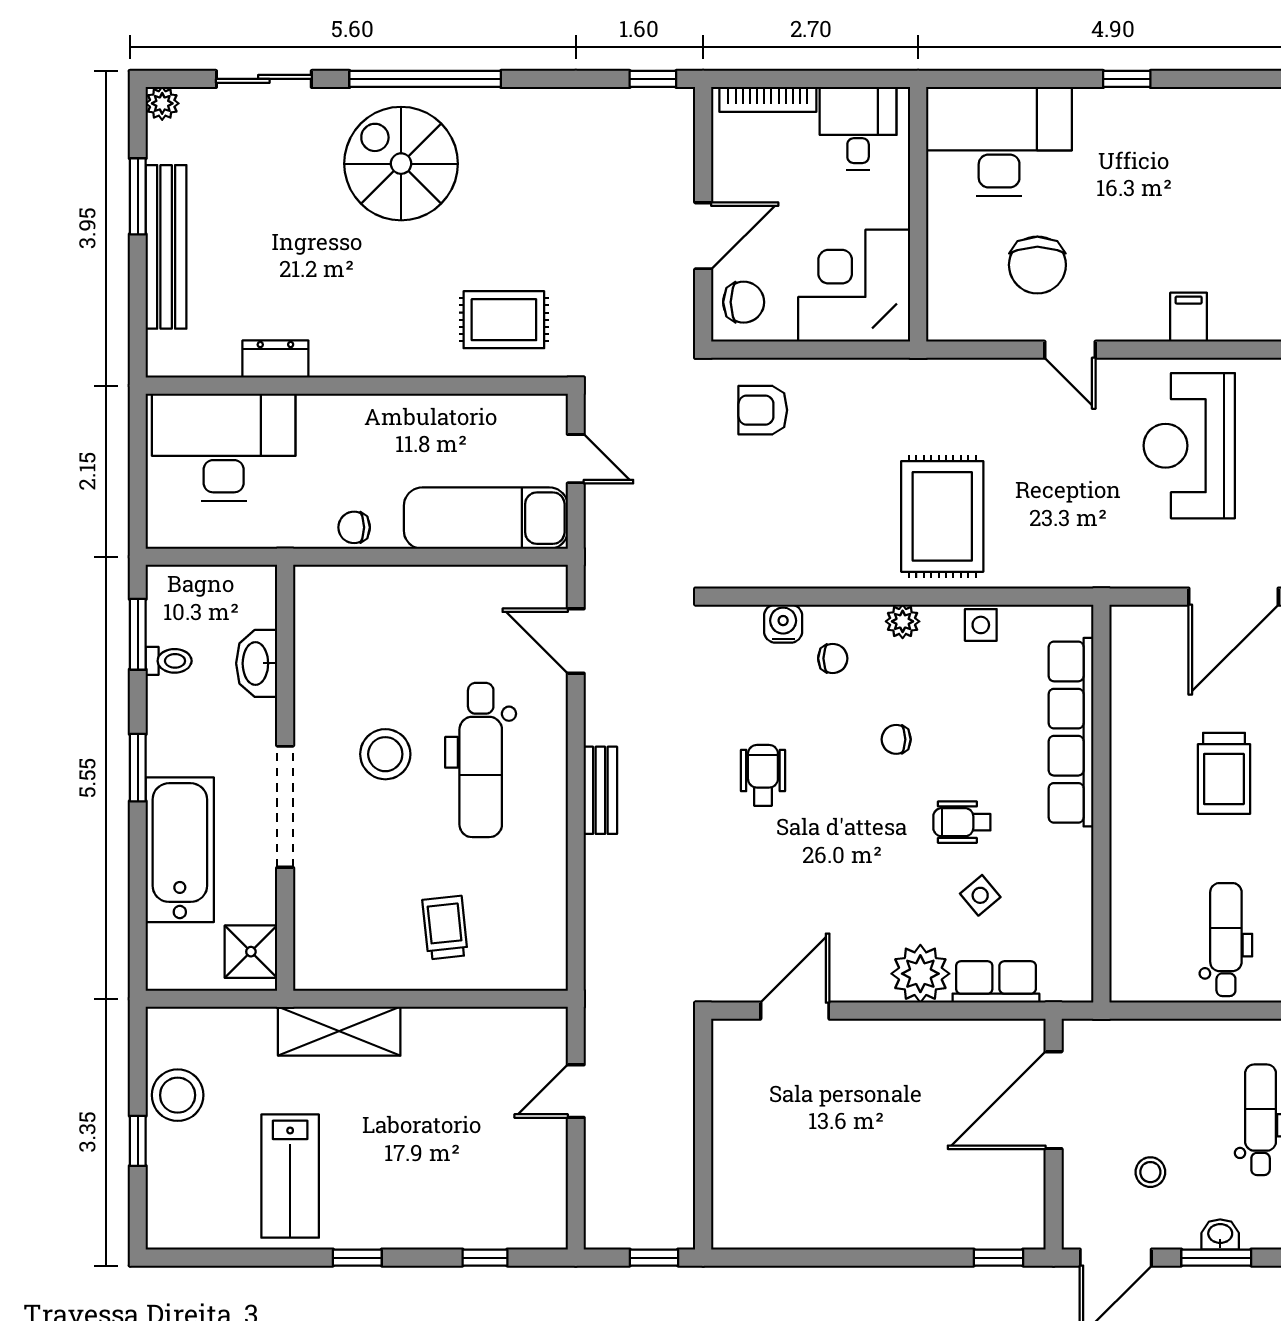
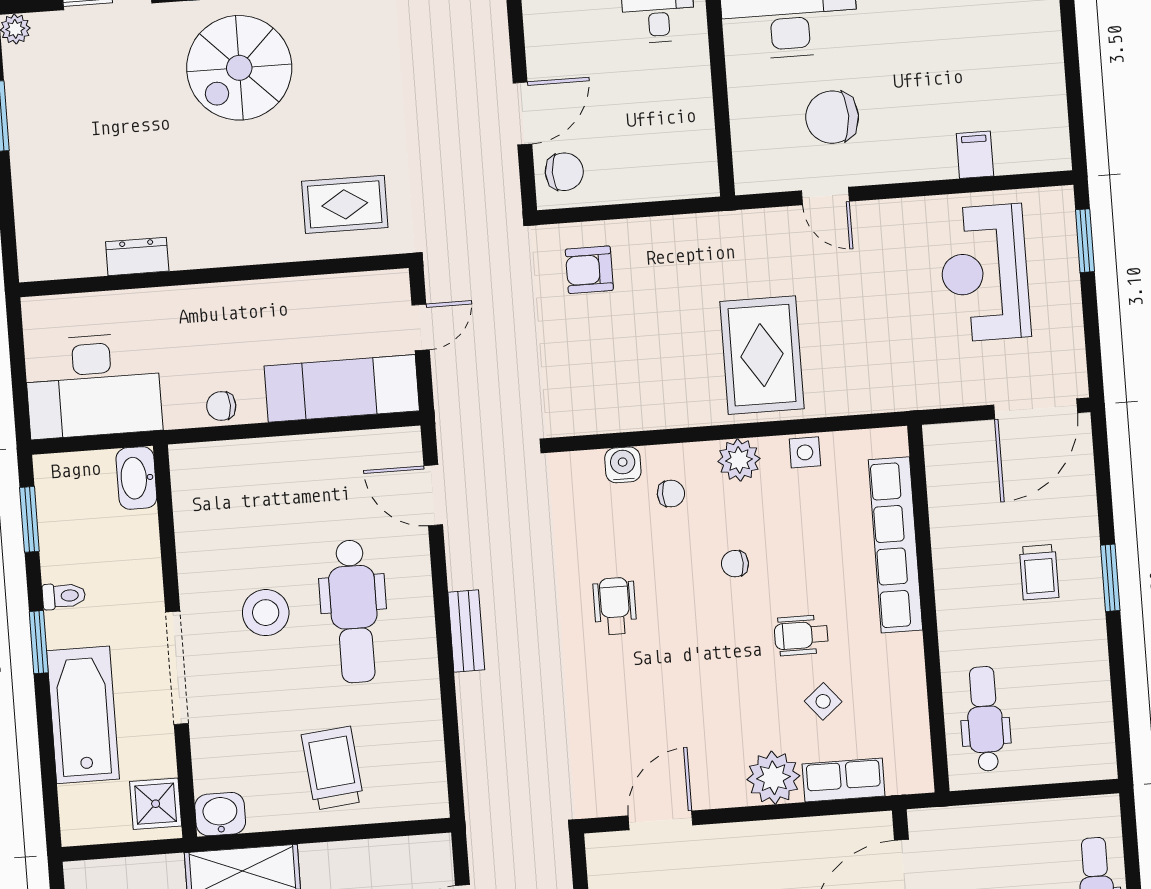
spiral stairs: (401, 164) -> (239, 68), turned -90
bench: (166, 247) -> (29, 161), removed
chair: (1037, 265) -> (832, 117), turned 90
corner desk: (854, 286) -> (665, 149), removed
door: (1070, 350) -> (825, 196), moved
desk: (224, 447) -> (93, 386), moved, turned 180
door: (576, 459) -> (421, 327), hinge flipped
plant: (903, 621) -> (739, 460), width x1.38, depth x1.38
toilet: (169, 661) -> (64, 596), moved
washbasin: (257, 663) -> (136, 478), moved
trolley: (1224, 773) -> (1039, 572), width x0.73, depth x0.72
trolley: (445, 928) -> (333, 768), width x1.36, depth x1.39
dental chair: (1226, 940) -> (985, 719), moved
washbasin: (320, 968) -> (220, 814), added

